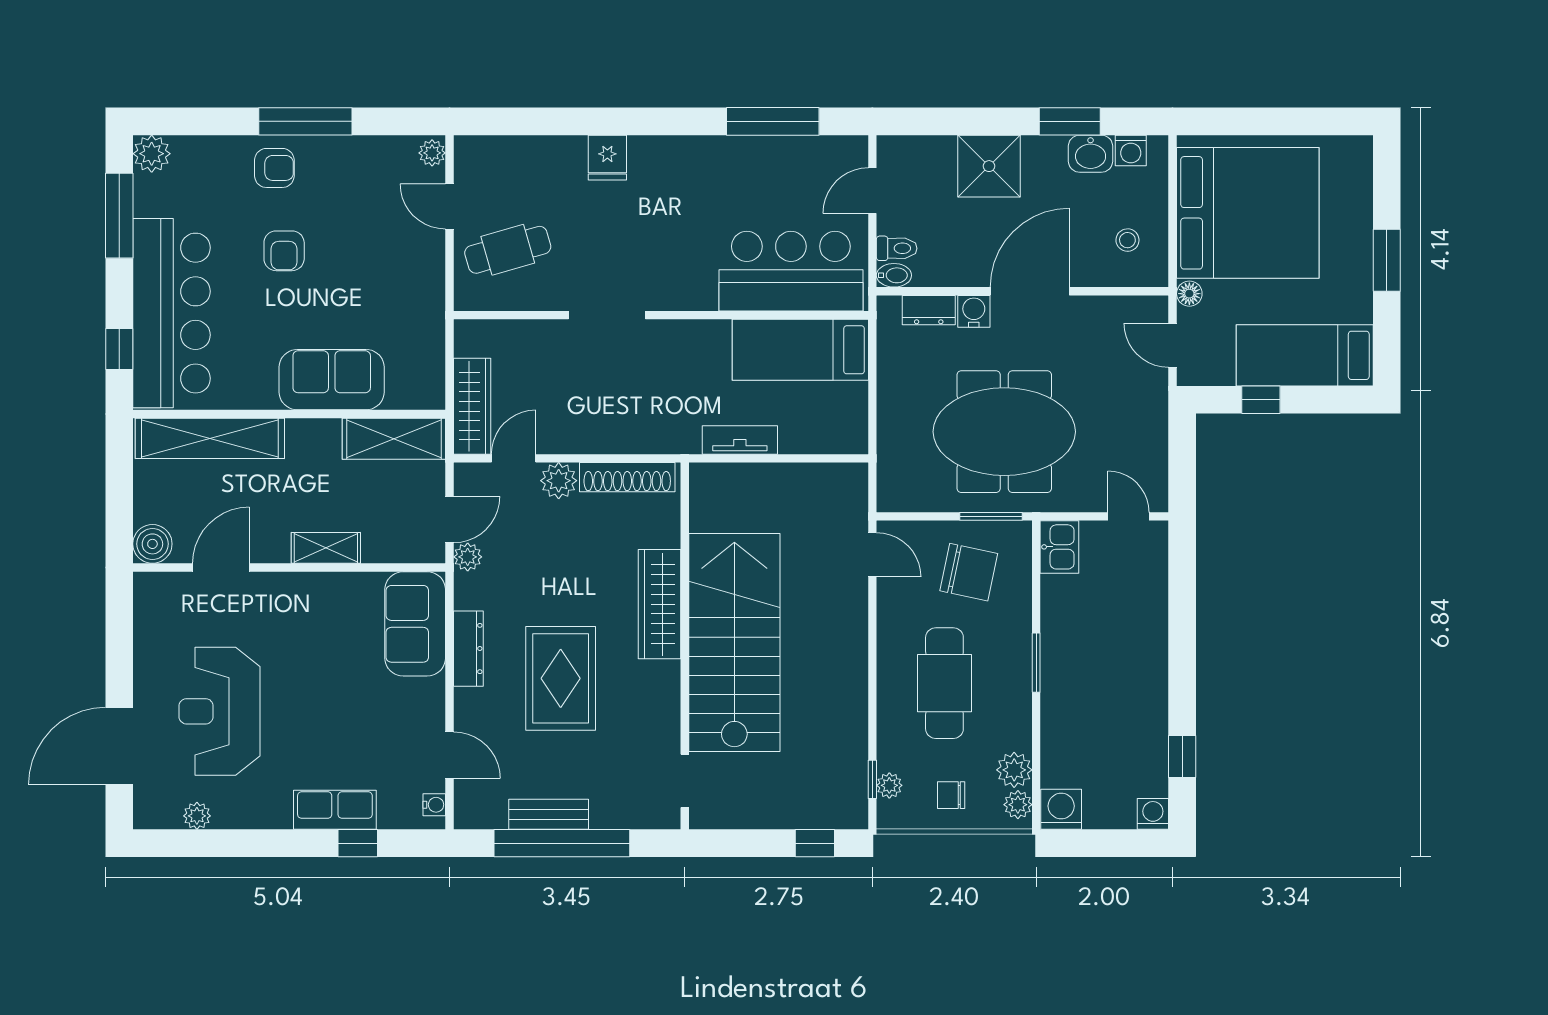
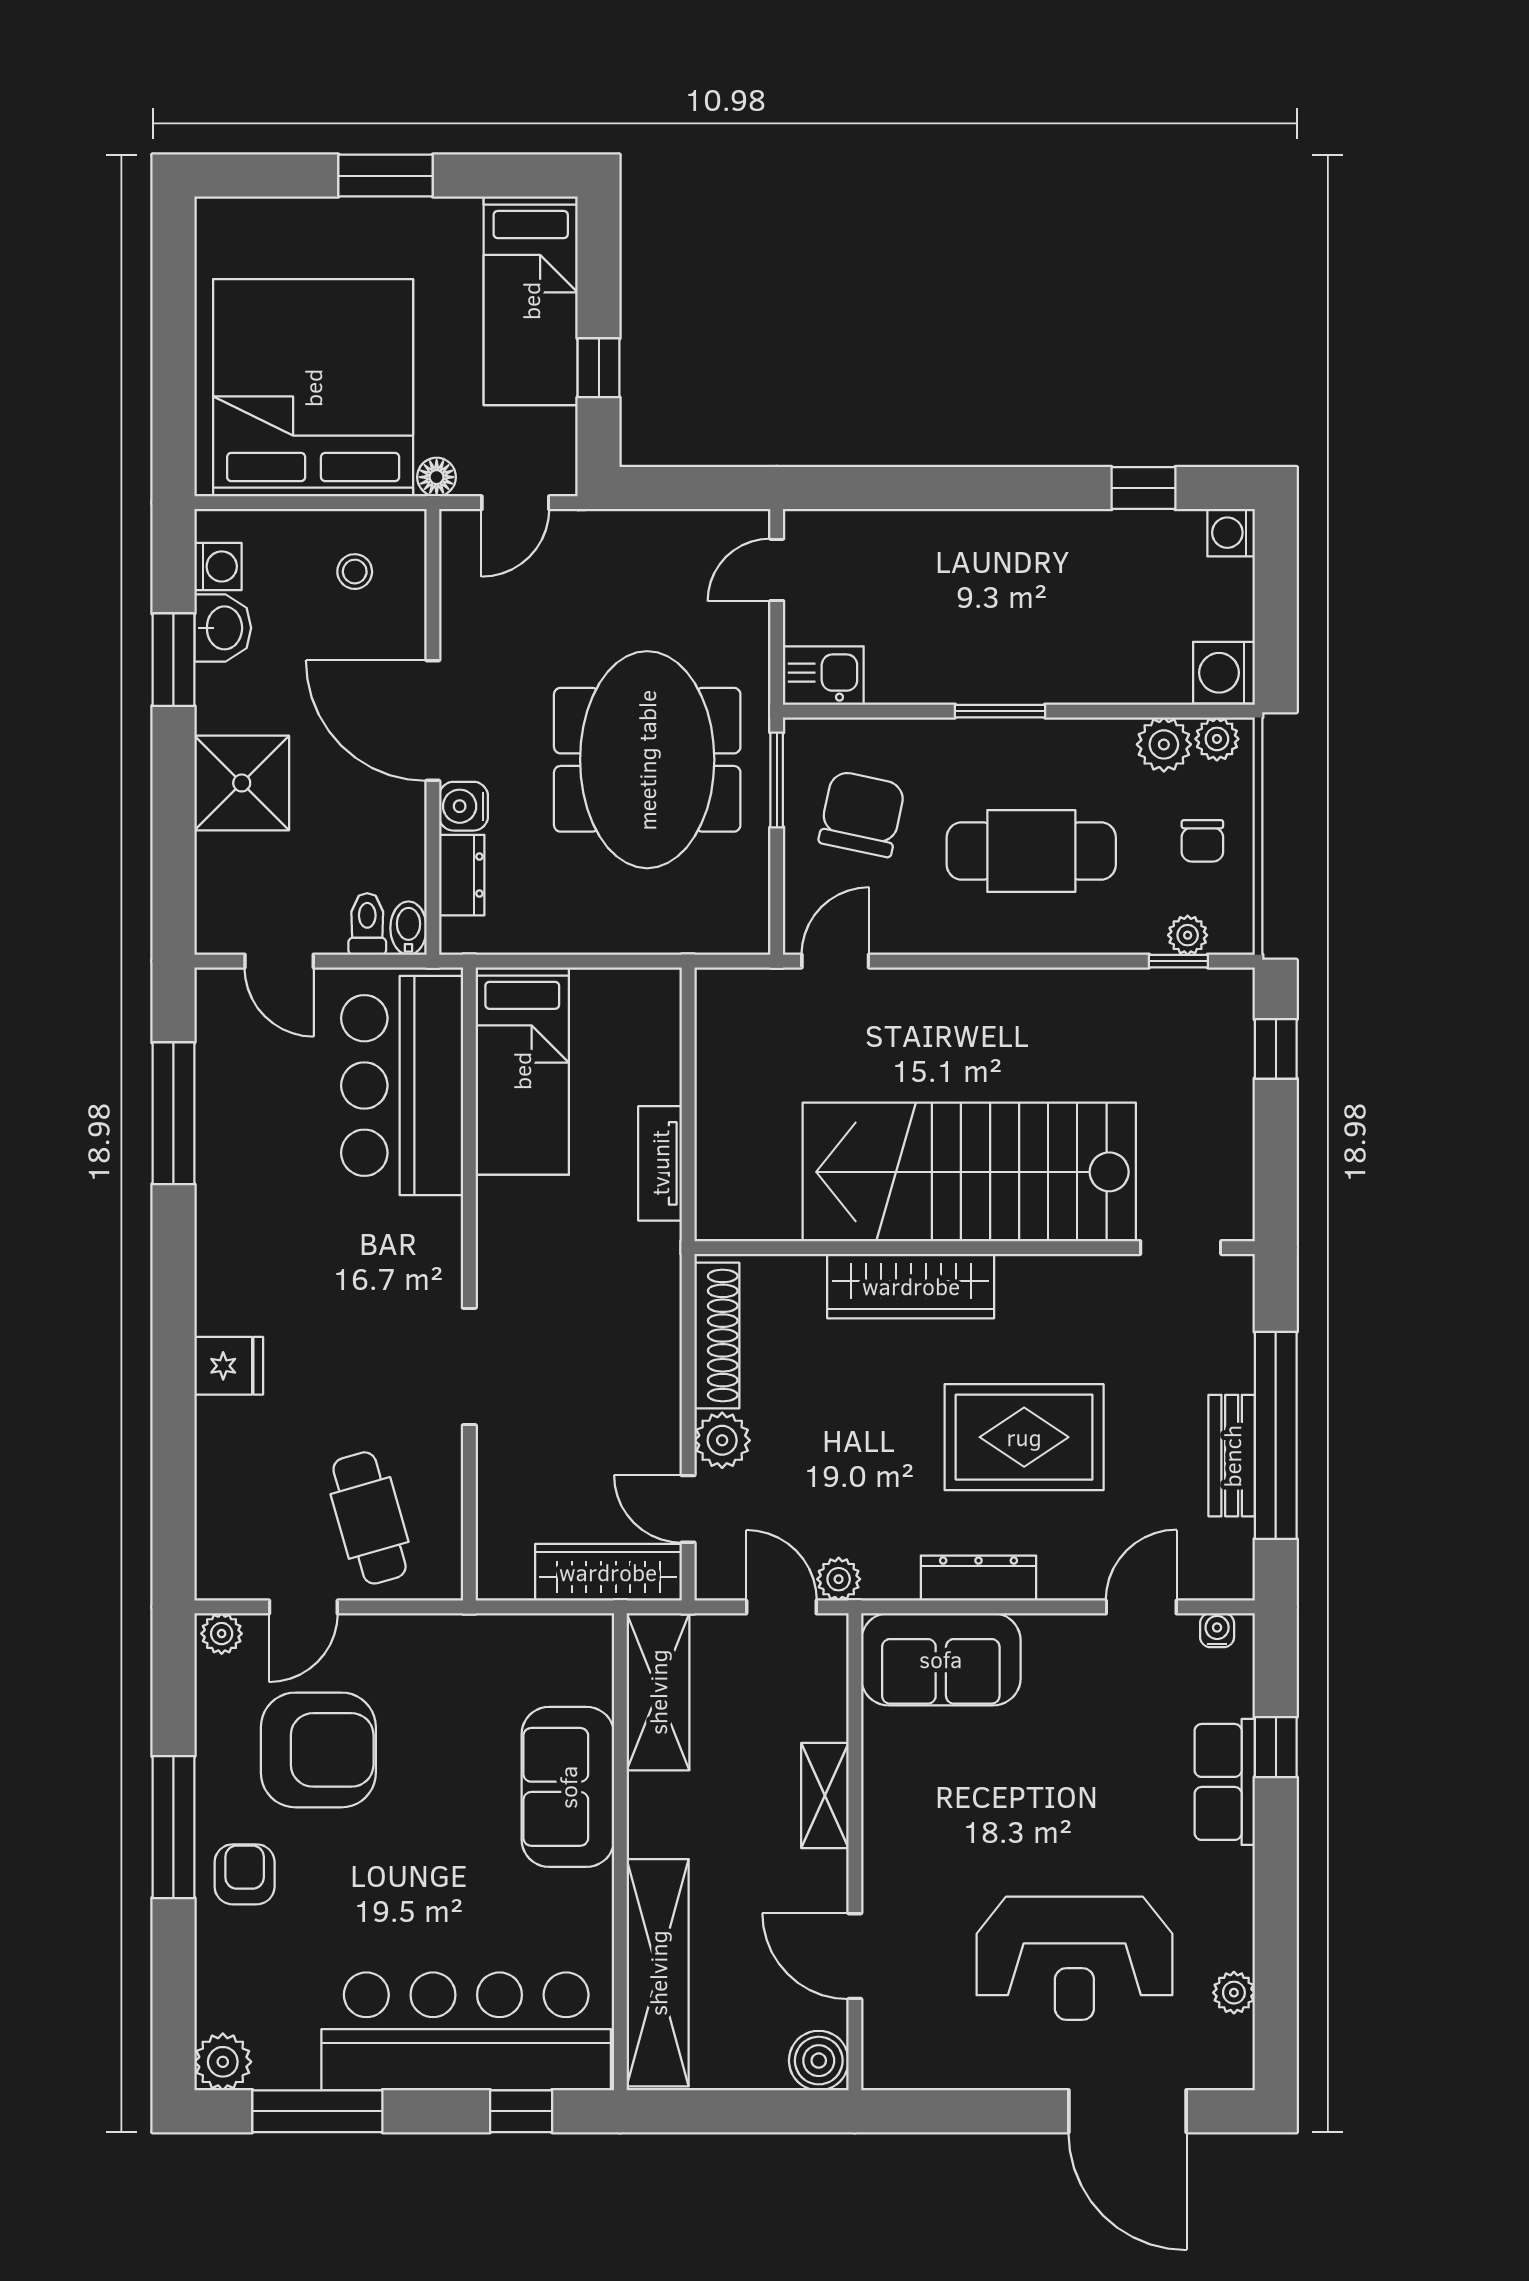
armchair: (284, 251) -> (318, 1750), moved, width x1.88, depth x1.88

